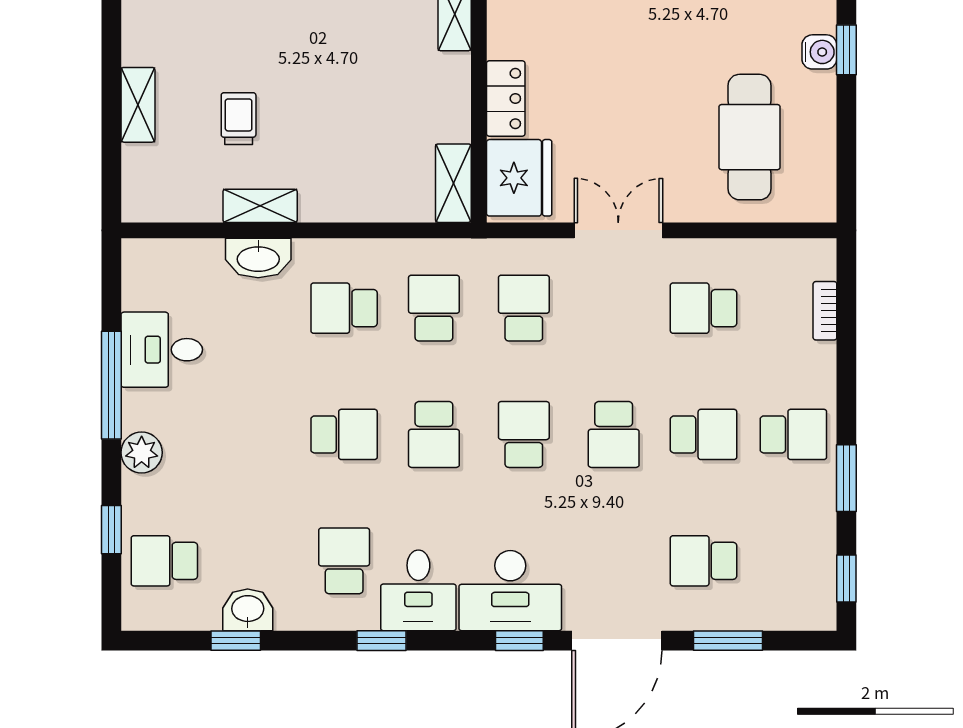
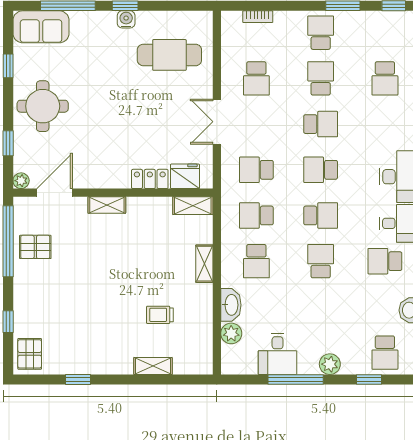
fridge: (519, 178) -> (185, 176), width x0.73, depth x0.75
shelving: (260, 206) -> (204, 264), moved
plant: (202, 259) -> (231, 333), added

